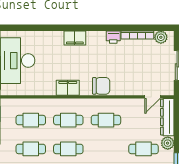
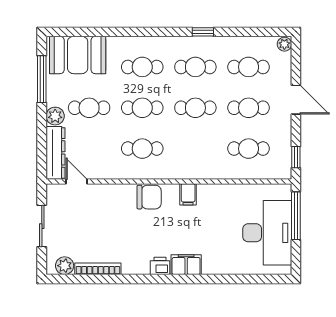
printer: (113, 37) -> (160, 266), moved
chair: (101, 86) -> (149, 197), turned 180
filing cabinet: (68, 88) -> (188, 194), width x0.50
door: (153, 97) -> (76, 181), hinge flipped
cafe table: (68, 120) -> (142, 108), moved

